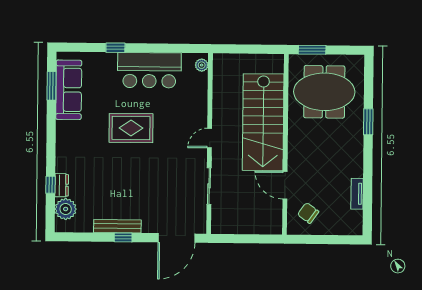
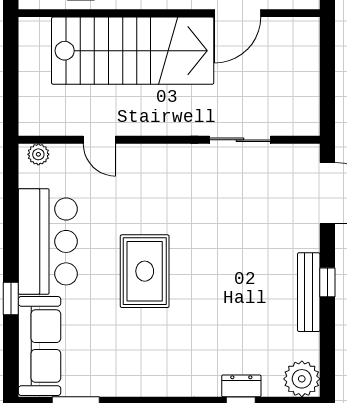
sofa: (69, 90) -> (39, 346), moved, turned 90
door: (210, 138) -> (99, 140), moved
plant: (66, 209) -> (302, 379), moved

